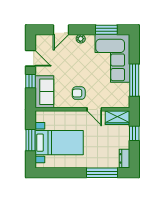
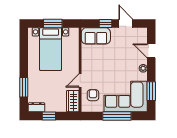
door: (30, 58) -> (126, 23), swing flipped
window: (134, 80) -> (117, 116), moved
armchair: (79, 93) -> (93, 95), moved
window: (134, 133) -> (49, 116), moved
window: (102, 173) -> (24, 87), width x0.69

